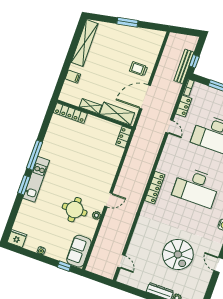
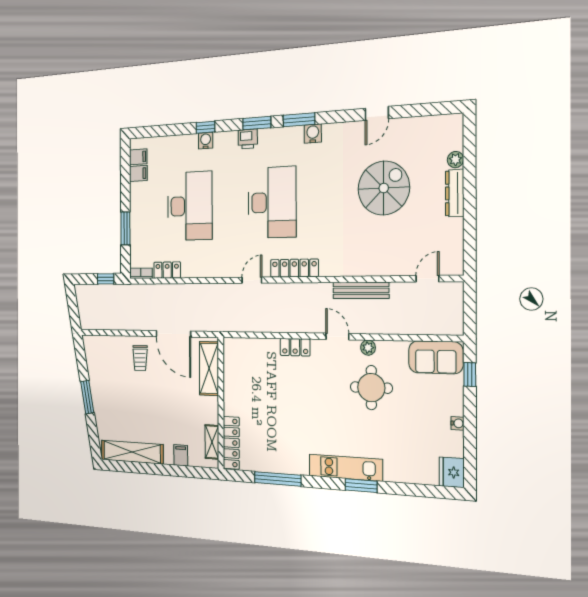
bench: (184, 66) -> (361, 290), moved
shelving: (91, 106) -> (212, 442), moved
door: (169, 126) -> (252, 280), moved
locker: (124, 137) -> (295, 347), moved
window: (35, 155) -> (278, 479), moved

